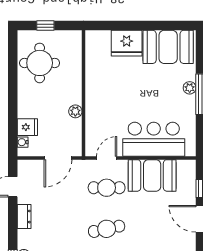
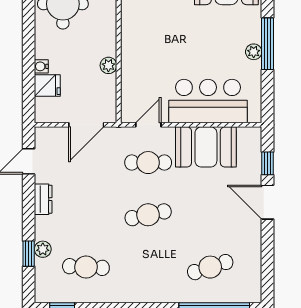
plant: (190, 88) -> (254, 52), moved
water cooler: (23, 142) -> (41, 66), moved

